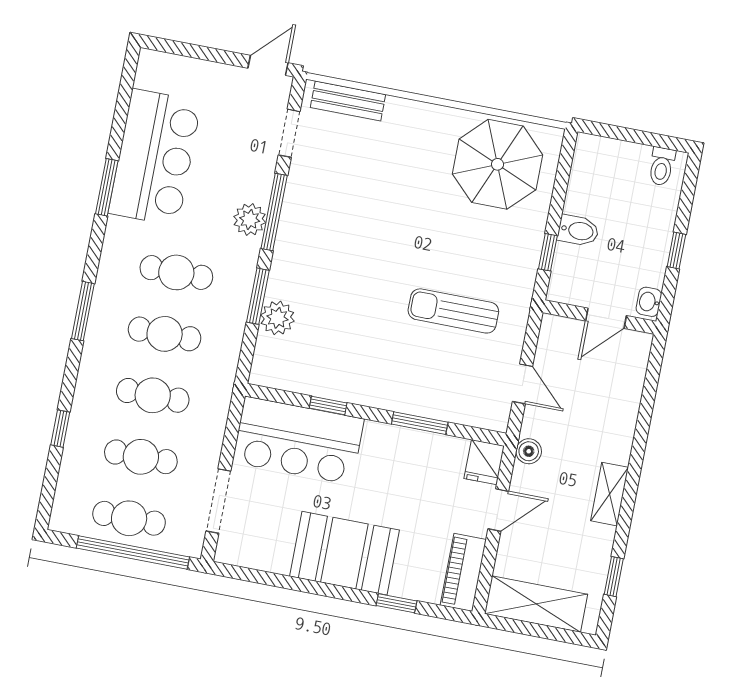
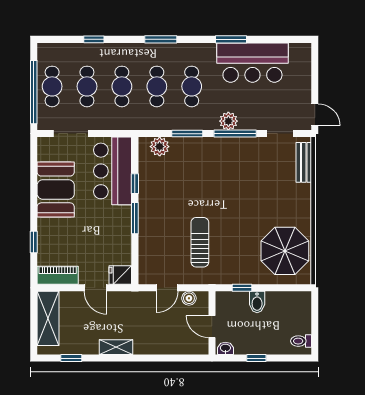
plant: (277, 318) -> (160, 147), moved
window: (420, 423) -> (135, 218), moved
boiler: (529, 451) -> (189, 298), moved
booth: (344, 553) -> (56, 189), moved

